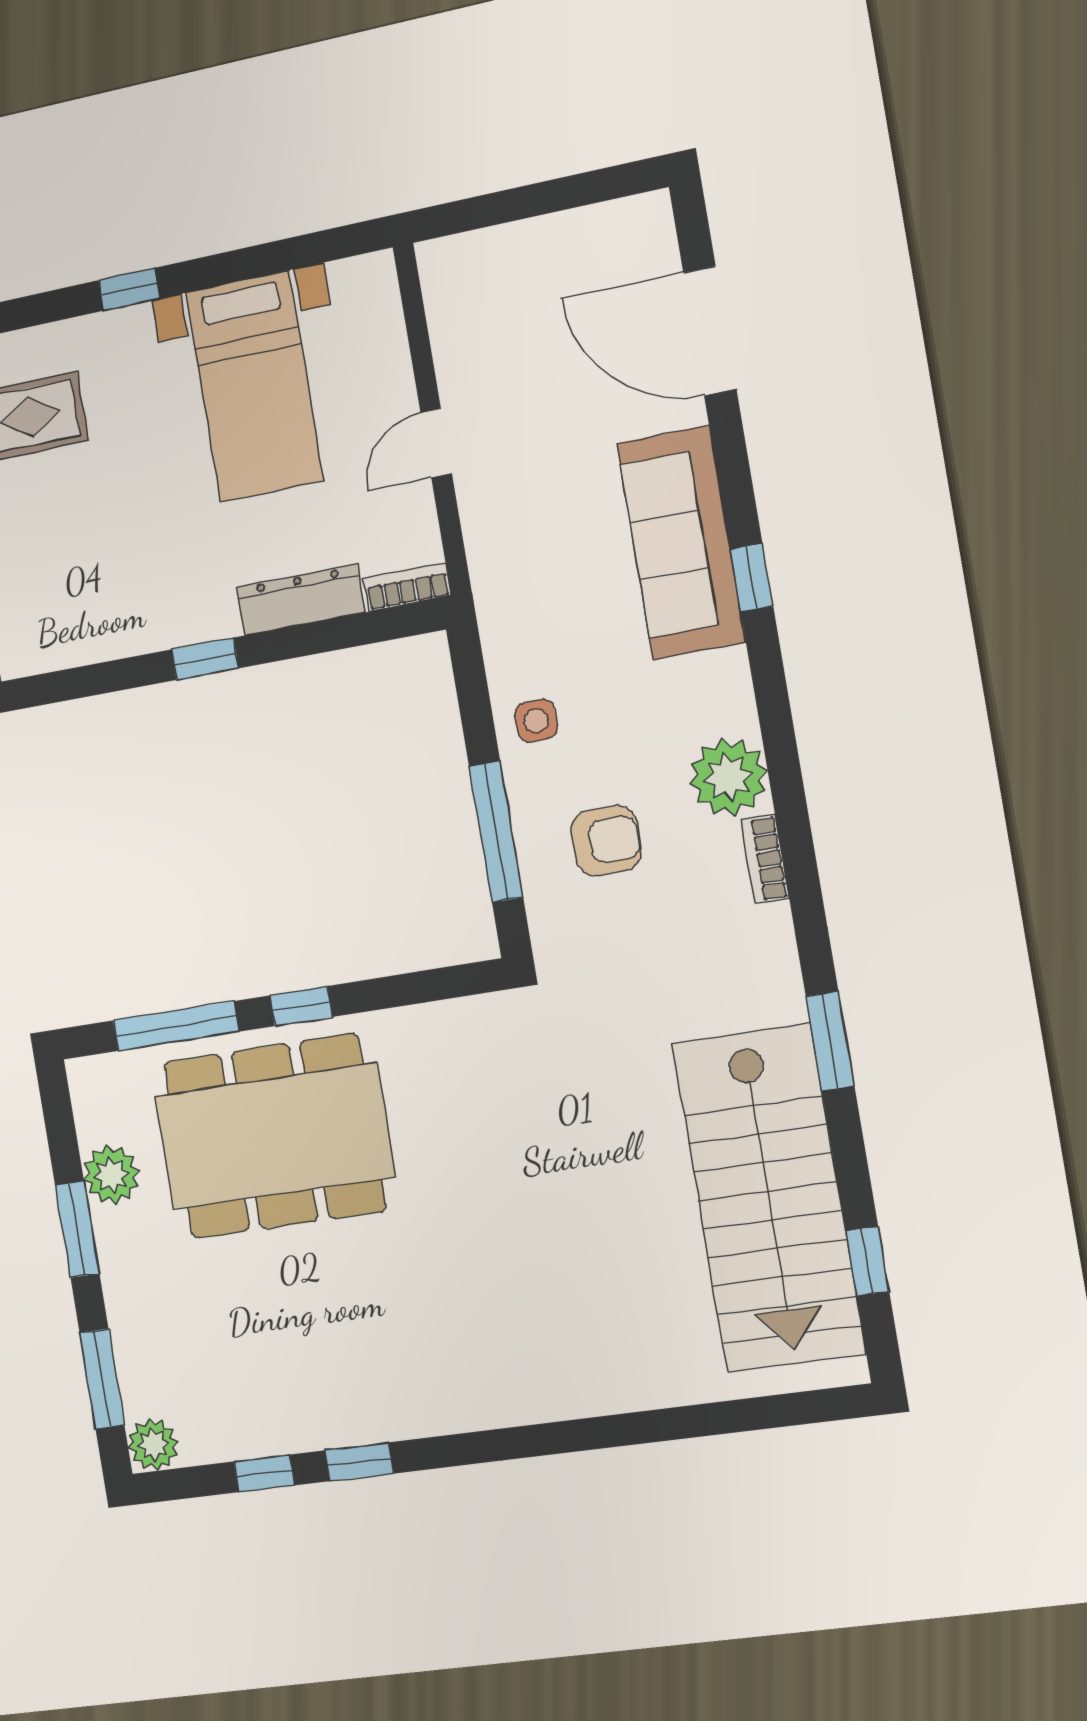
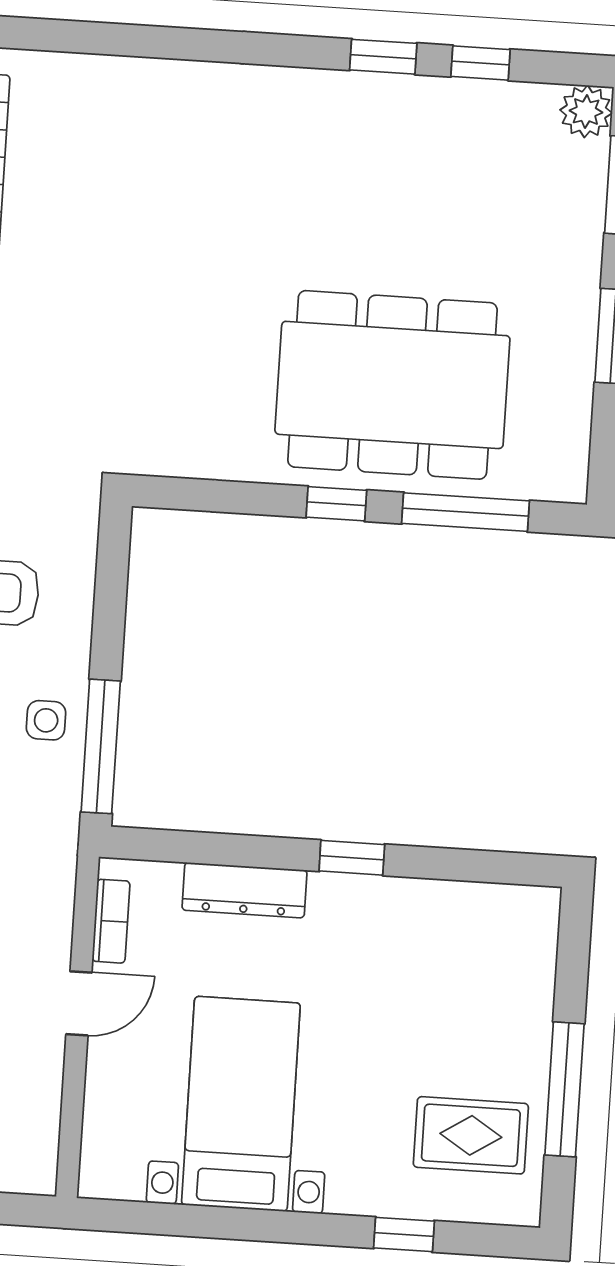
window: (129, 289) -> (404, 1235), moved
bookcase: (407, 587) -> (111, 921), moved, turned -90
window: (496, 832) -> (101, 746), moved
plant: (112, 1175) -> (565, 382), removed

